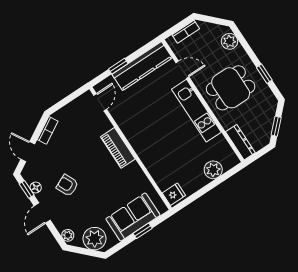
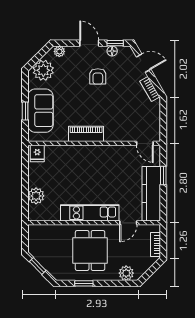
dresser: (240, 142) -> (43, 231), removed
piano: (118, 148) -> (86, 134), moved
armchair: (67, 185) -> (98, 76), turned 115

